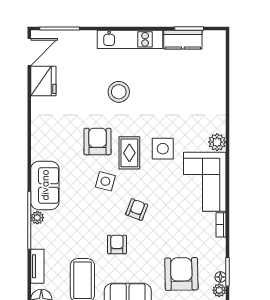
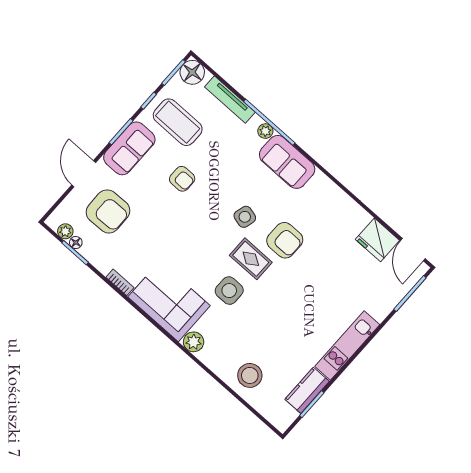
stool: (119, 92) -> (250, 375), moved
armchair: (137, 210) -> (197, 222), removed
tv unit: (37, 266) -> (230, 100), width x1.41

